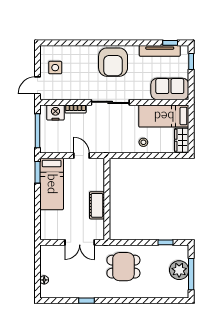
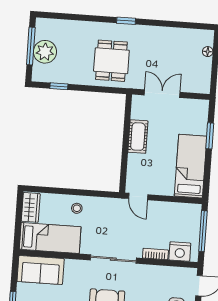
door: (82, 156) -> (138, 197), moved
window: (38, 172) -> (210, 136), moved
dining table: (123, 267) -> (111, 61), turned 90
window: (86, 301) -> (126, 21), moved

